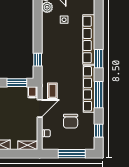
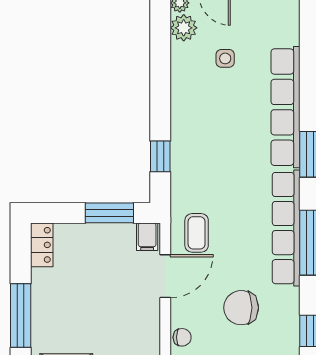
chair: (71, 121) -> (241, 308), turned 90

